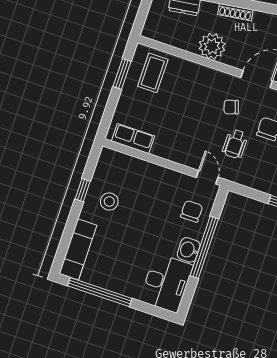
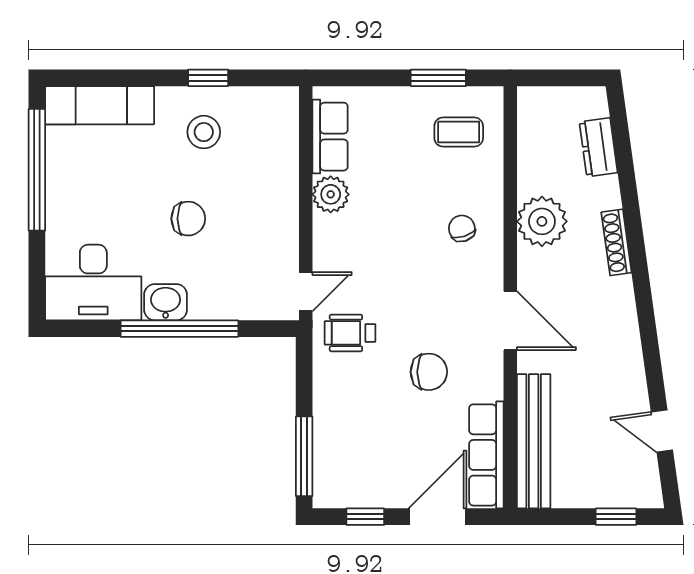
coffee table: (153, 73) -> (459, 132), width x0.73, depth x0.77
chair: (231, 107) -> (462, 228), moved
wheelchair: (235, 144) -> (350, 333), moved
plant: (162, 148) -> (331, 194), added
chair: (192, 211) -> (188, 219), moved

